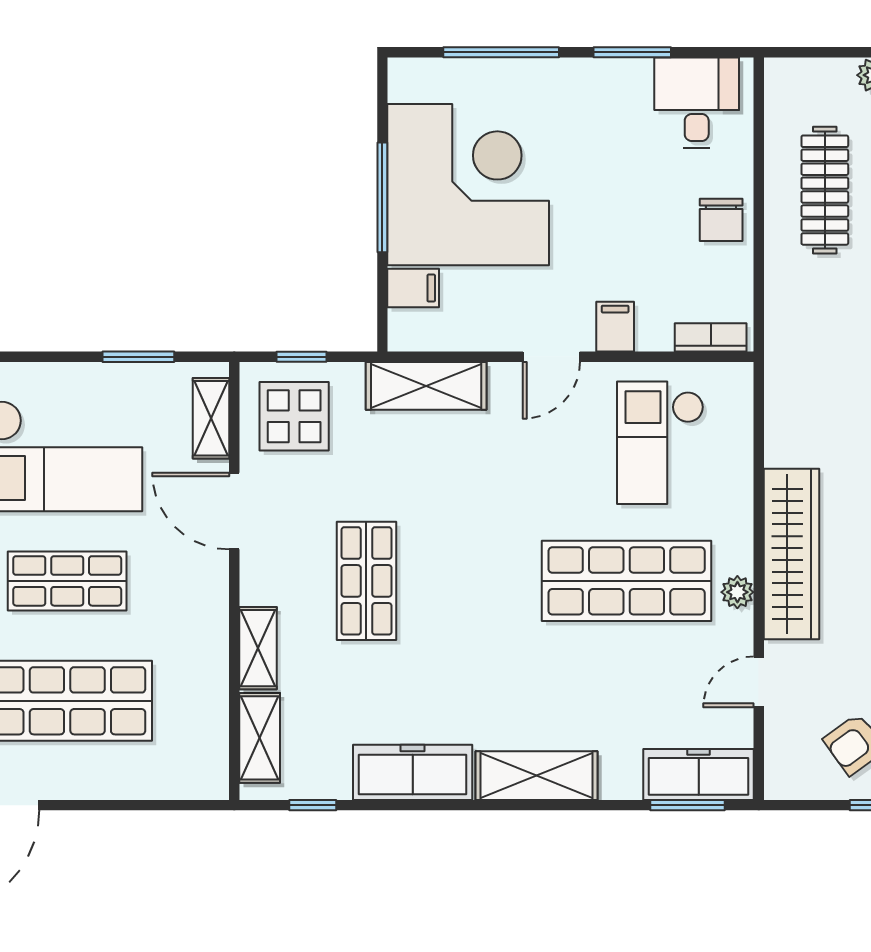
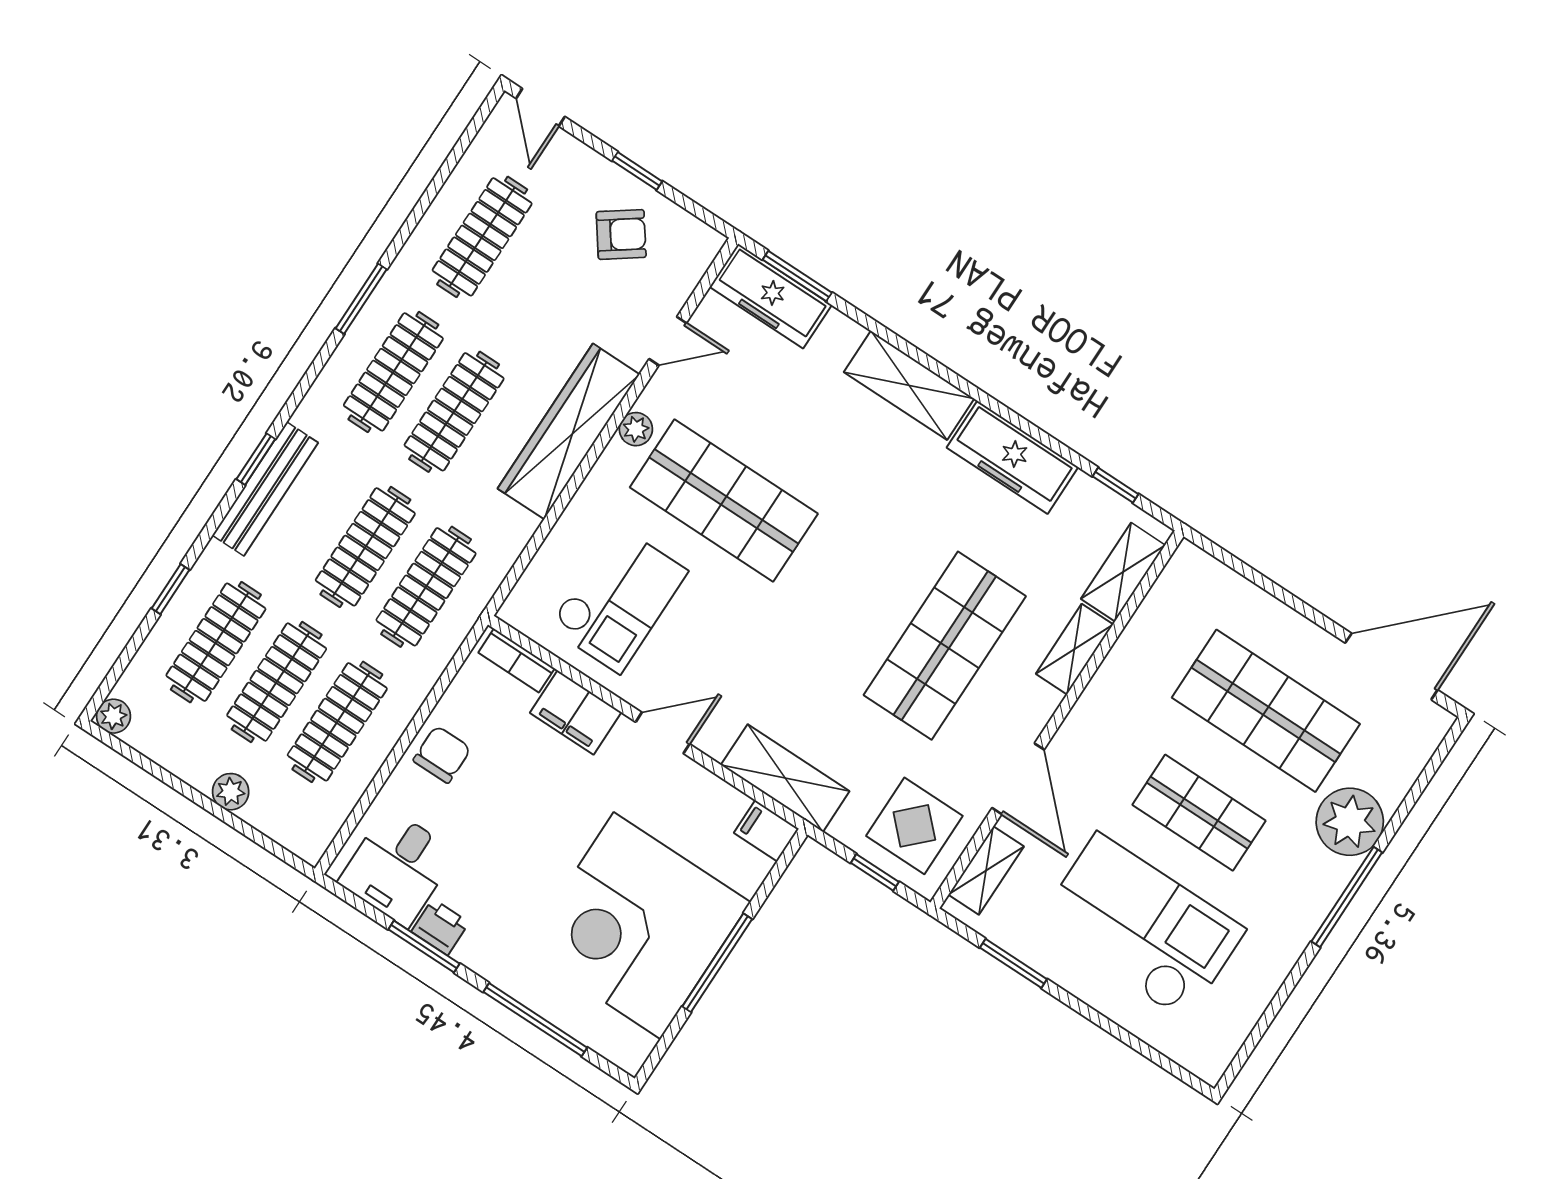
printer: (629, 77) -> (440, 927), added
filing cabinet: (413, 288) -> (766, 831), moved
filing cabinet: (615, 327) -> (576, 712), width x2.00
clothes rail: (825, 349) -> (426, 587), added
shop shelf: (366, 581) -> (945, 646), width x1.43, depth x1.36

